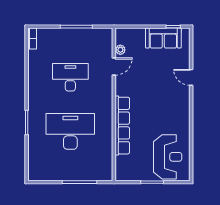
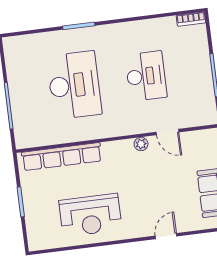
plant: (120, 50) -> (141, 144), moved
row of seats: (122, 126) -> (62, 157), moved
reception desk: (168, 157) -> (90, 215), moved

